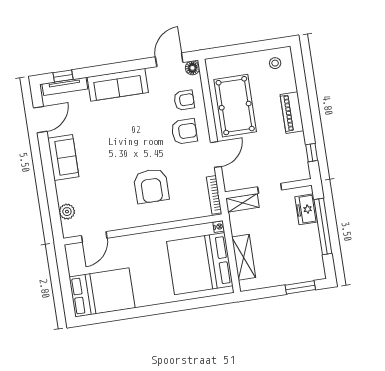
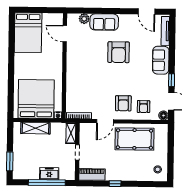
window: (63, 76) -> (172, 80), moved
sofa: (118, 85) -> (161, 60), width x0.73
piano: (292, 113) -> (92, 174), moved
window: (312, 153) -> (115, 184), moved
door: (216, 154) -> (105, 121), hinge flipped
sofa: (63, 157) -> (104, 22), moved
armchair: (151, 186) -> (119, 52), moved, turned -90
freezer: (306, 209) -> (49, 174), moved

